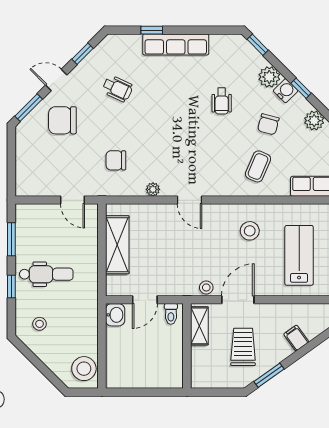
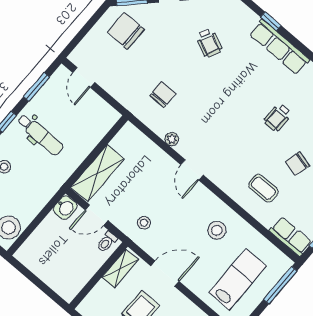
chair: (62, 120) -> (126, 31), moved
chair: (116, 160) -> (163, 95), turned 90
coffee table: (258, 166) -> (263, 188), turned 67
door: (72, 200) -> (84, 77), moved
shelving: (117, 245) -> (98, 173), moved
stool: (206, 287) -> (144, 223), moved

